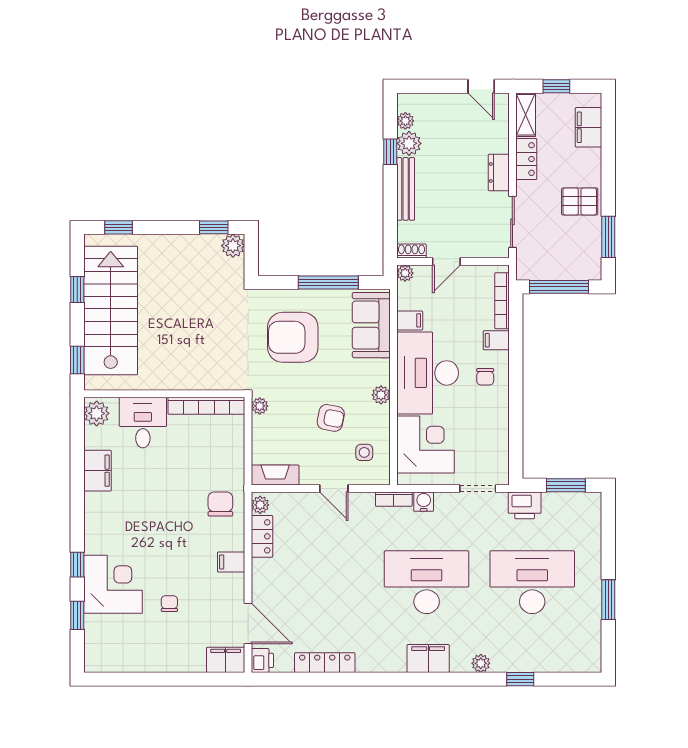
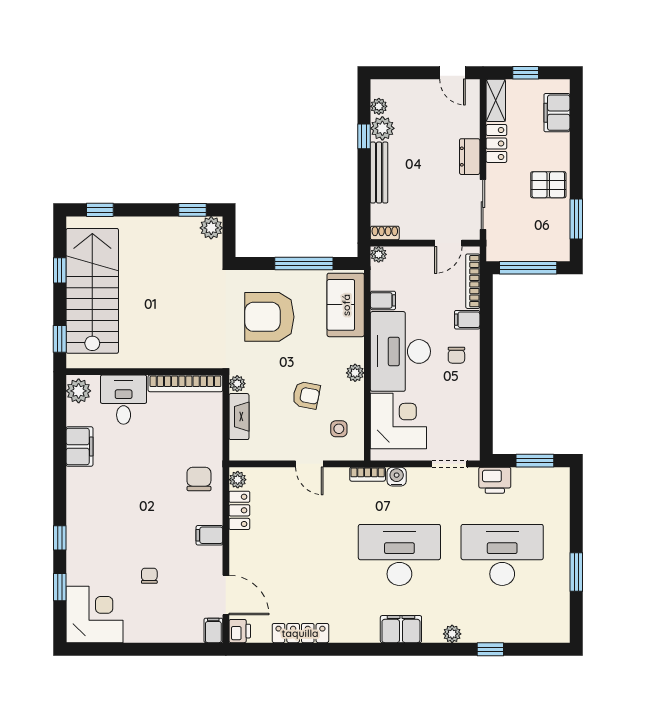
door: (446, 262) -> (448, 243), moved
fireplace: (275, 475) -> (239, 417), moved, turned 90
corner desk: (113, 584) -> (94, 614), moved
filing cabinet: (226, 660) -> (213, 630), width x0.50

